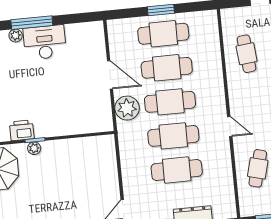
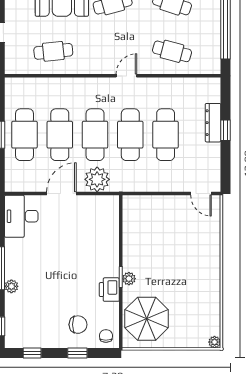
desk: (45, 42) -> (21, 216), moved

